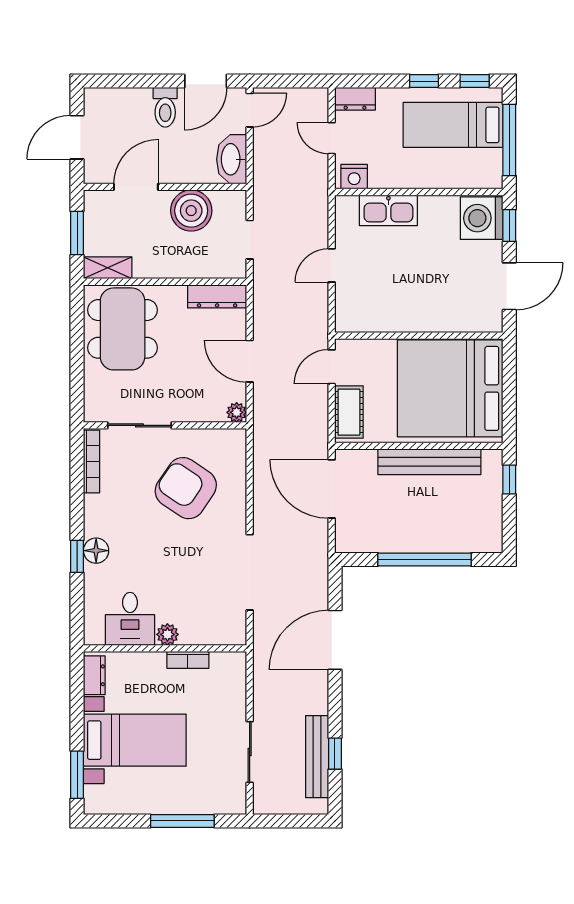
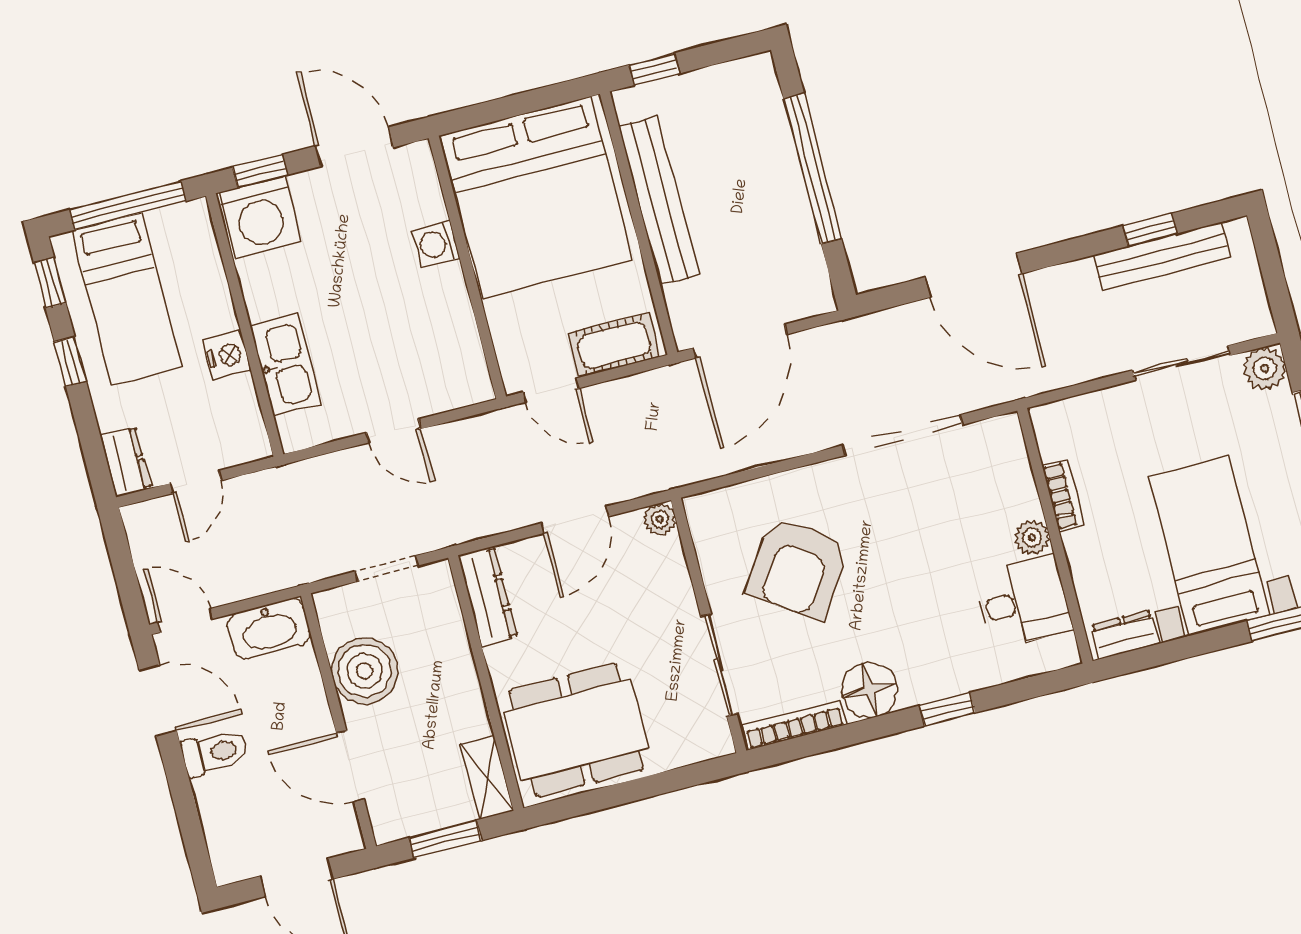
nightstand: (354, 177) -> (227, 355), moved
washing machine: (438, 320) -> (436, 244), added
floor lamp: (96, 551) -> (869, 690), moved, width x1.38, depth x1.38
plant: (233, 801) -> (1265, 368), added

